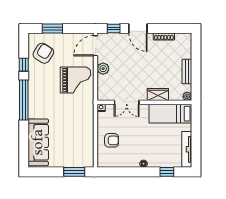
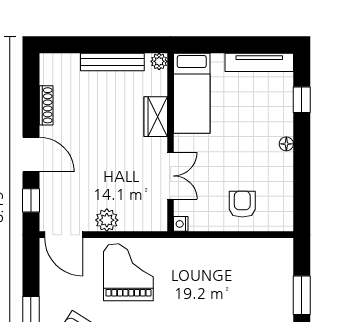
door: (138, 28) -> (31, 155), hinge flipped
bench: (187, 72) -> (112, 62), width x1.36
window: (74, 172) -> (302, 295), moved

